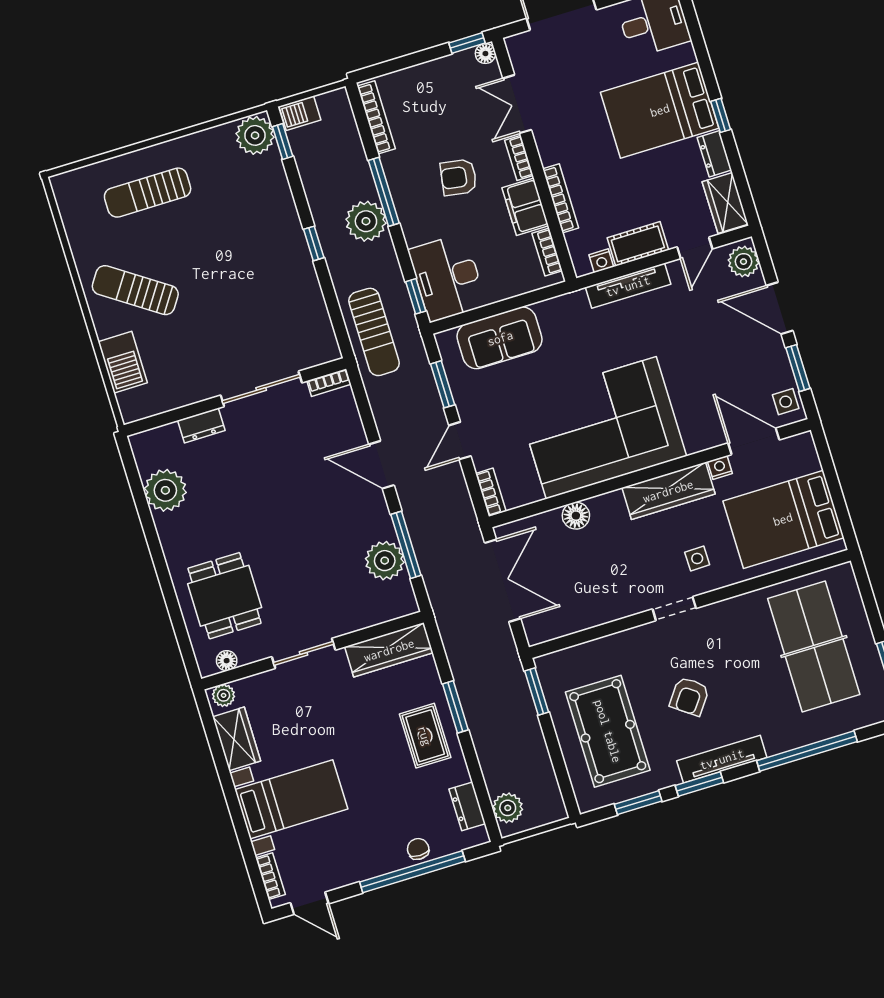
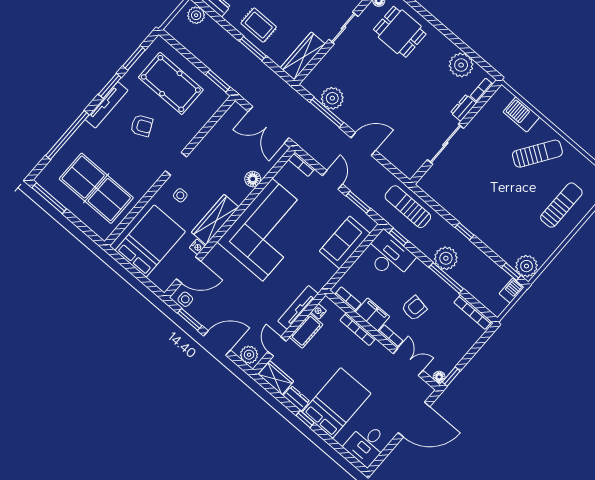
bookcase: (329, 383) -> (482, 90), moved
armchair: (689, 696) -> (142, 126), turned 119

